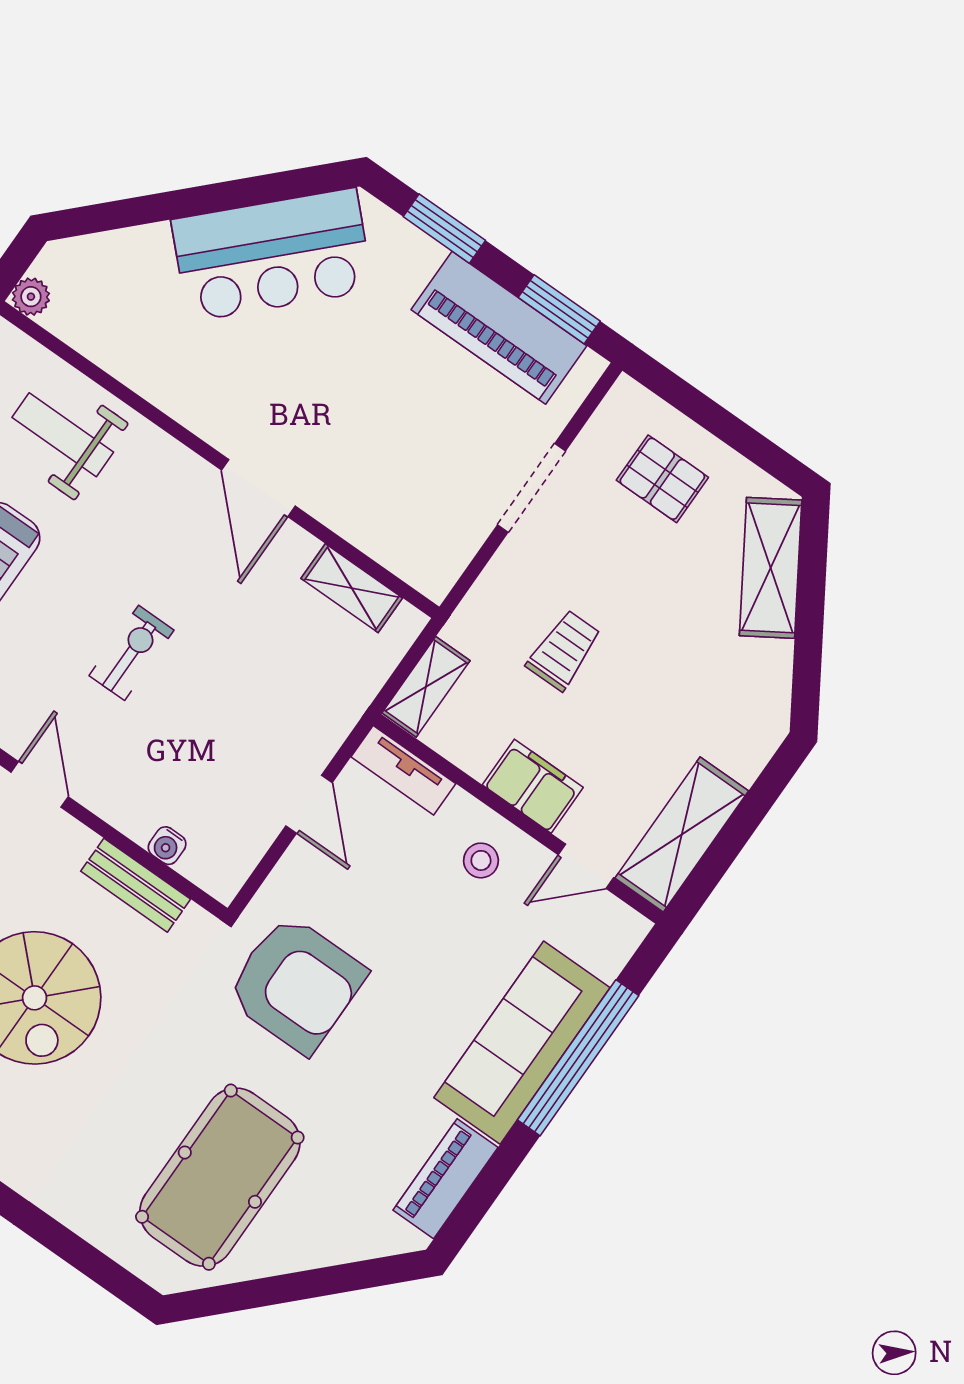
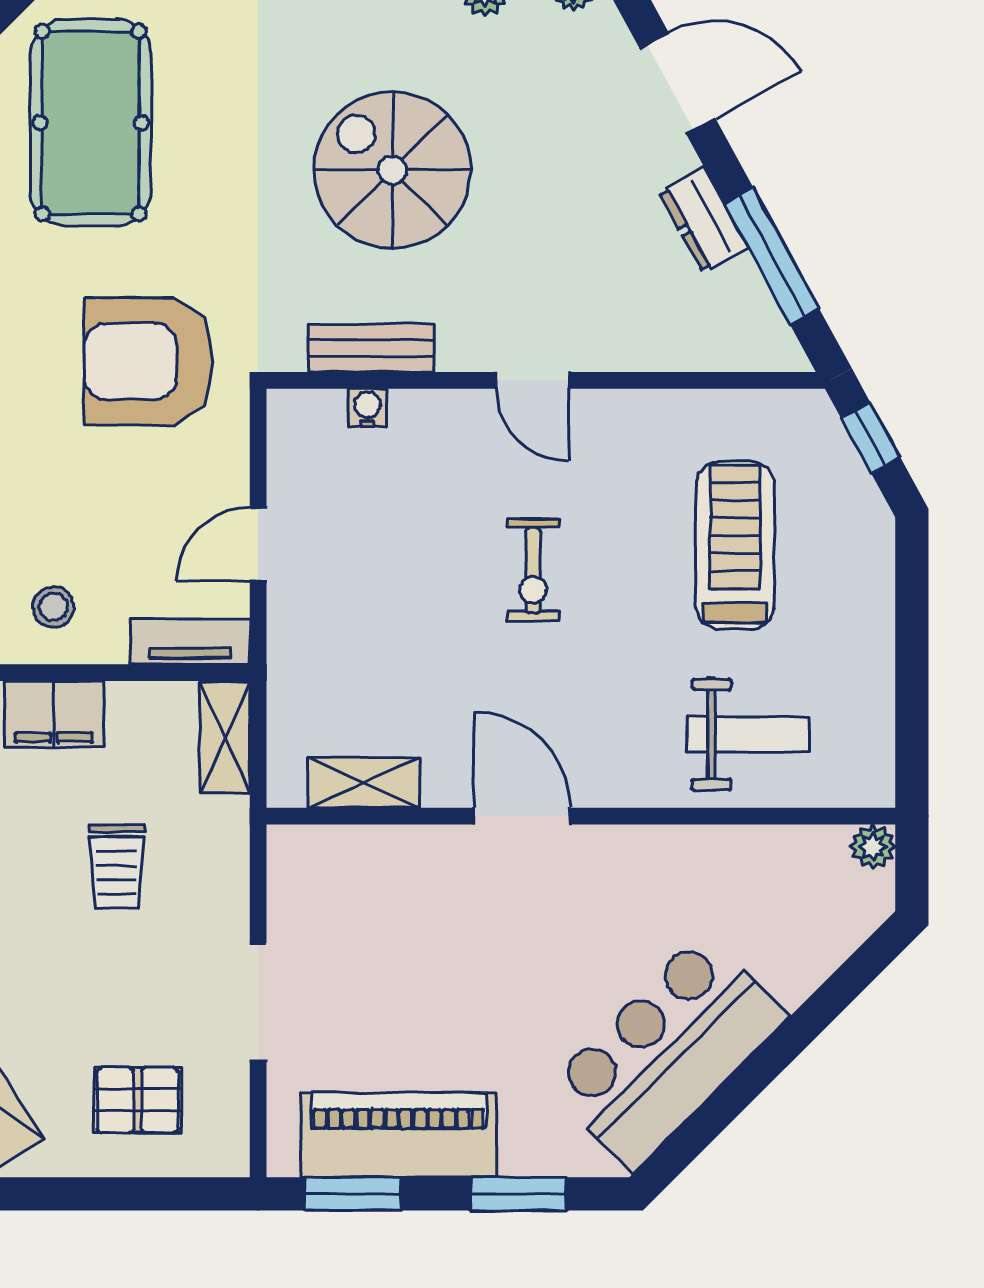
door: (309, 804) -> (258, 544), hinge flipped

